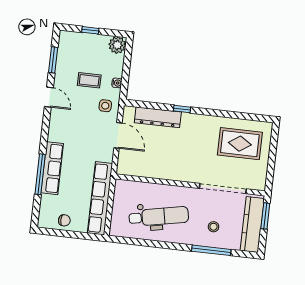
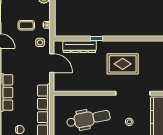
rug: (240, 144) -> (123, 64), moved

